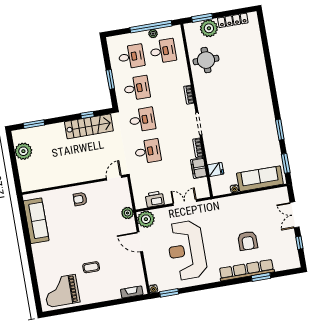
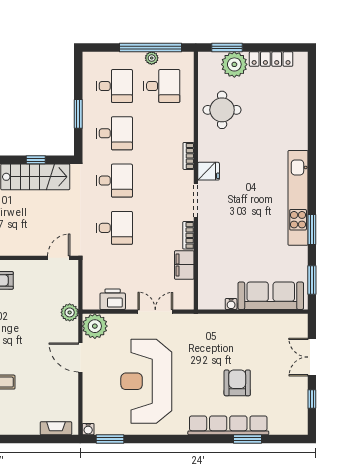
kitchen unit: (267, 110) -> (298, 198), added
fridge: (216, 169) -> (209, 171), moved
armchair: (248, 241) -> (237, 383), turned 180

